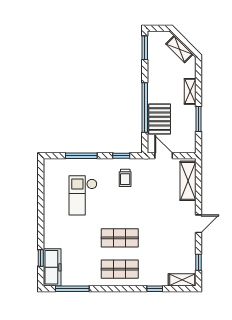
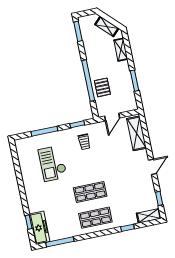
shelving: (190, 91) -> (121, 50), moved
pallet: (160, 119) -> (102, 87), width x0.67, depth x0.71
door: (164, 156) -> (112, 117), swing flipped

